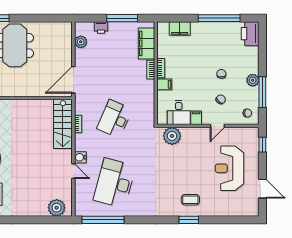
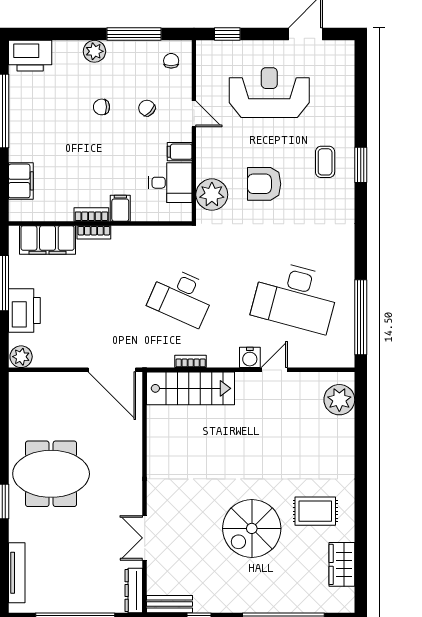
printer: (101, 28) -> (24, 310), width x1.87, depth x1.48
plant: (81, 42) -> (21, 357), moved
plant: (253, 80) -> (94, 51), moved
armchair: (178, 165) -> (264, 184), added
reception desk: (229, 168) -> (269, 93), turned 180

